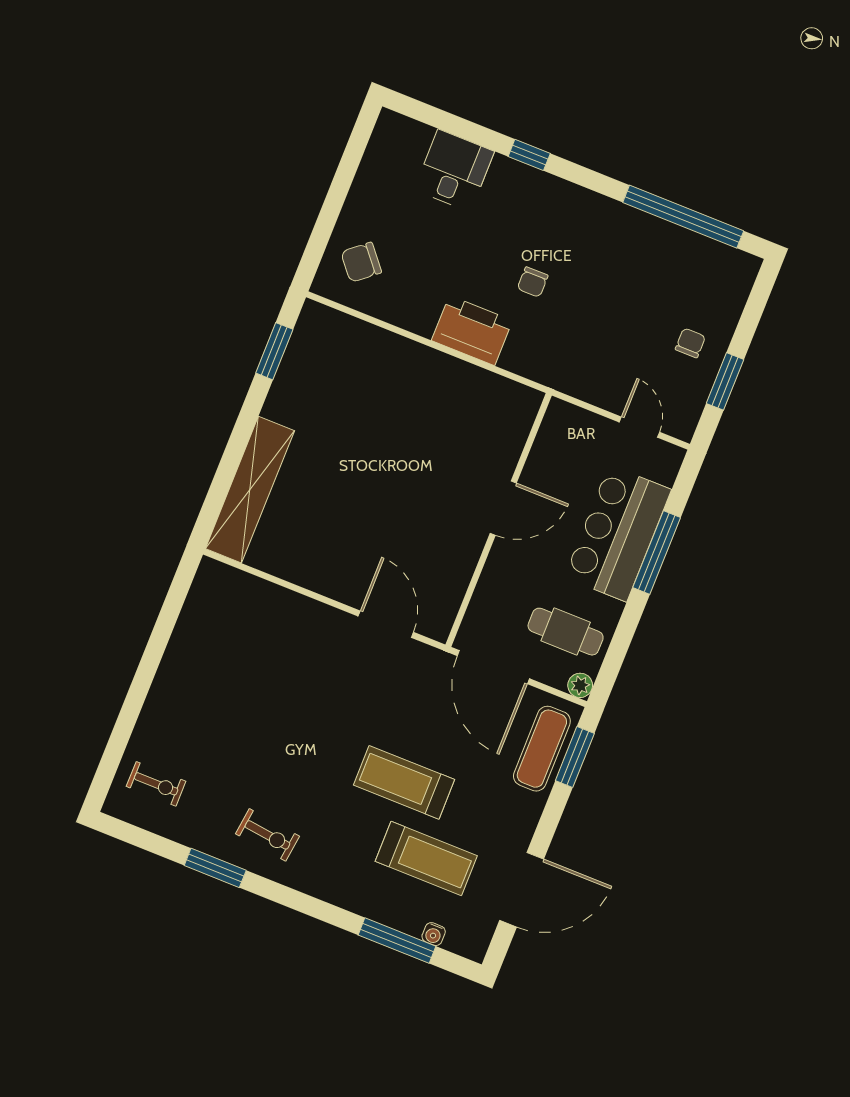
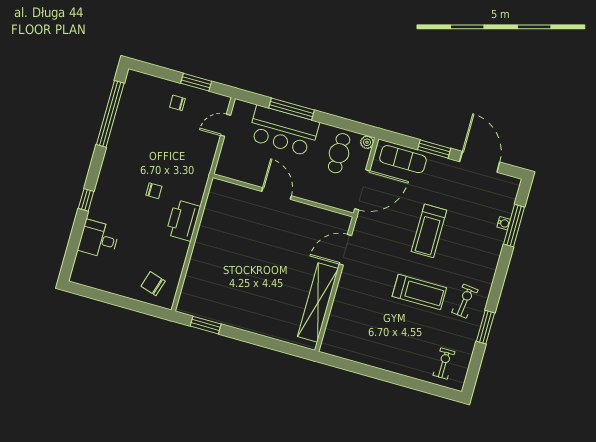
chair: (361, 262) -> (153, 284), turned 147
shelving: (250, 490) -> (318, 302), moved, turned 90
window: (575, 757) -> (434, 149), moved
treadmill: (426, 859) -> (419, 292), moved, turned 90
water cooler: (434, 934) -> (504, 223), moved

